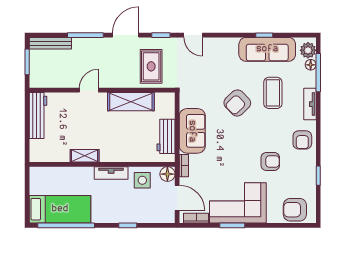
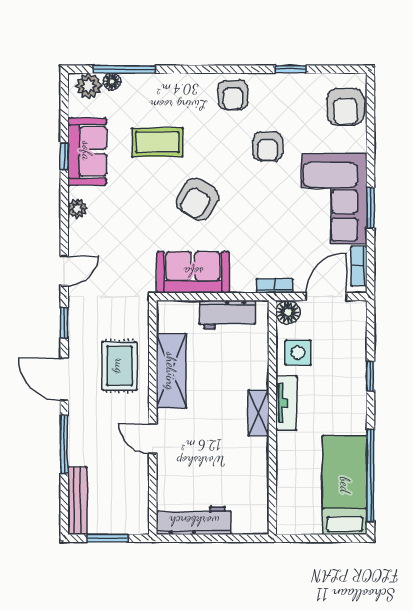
plant: (232, 43) -> (77, 208), added
sofa: (267, 49) -> (87, 151), width x0.73
rug: (151, 66) -> (120, 366), moved, turned 90
armchair: (237, 103) -> (197, 199), moved, turned 75
tv unit: (310, 104) -> (175, 83), removed
sofa: (192, 131) -> (193, 272), moved
armchair: (302, 140) -> (233, 95), turned 90
shelving: (85, 156) -> (258, 413), moved
armchair: (270, 161) -> (268, 147), turned 180

